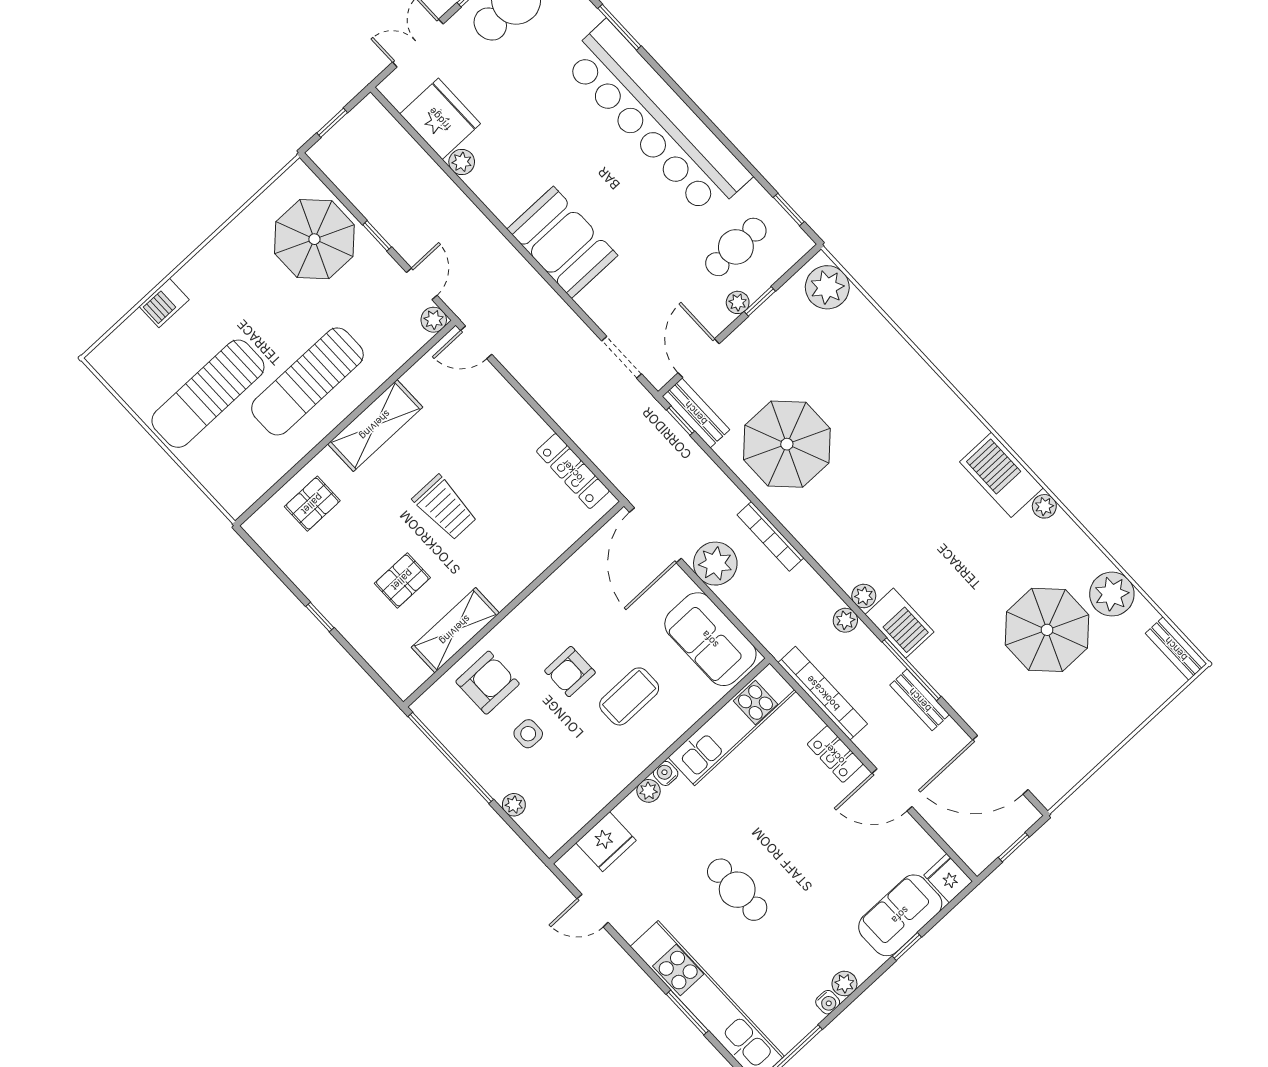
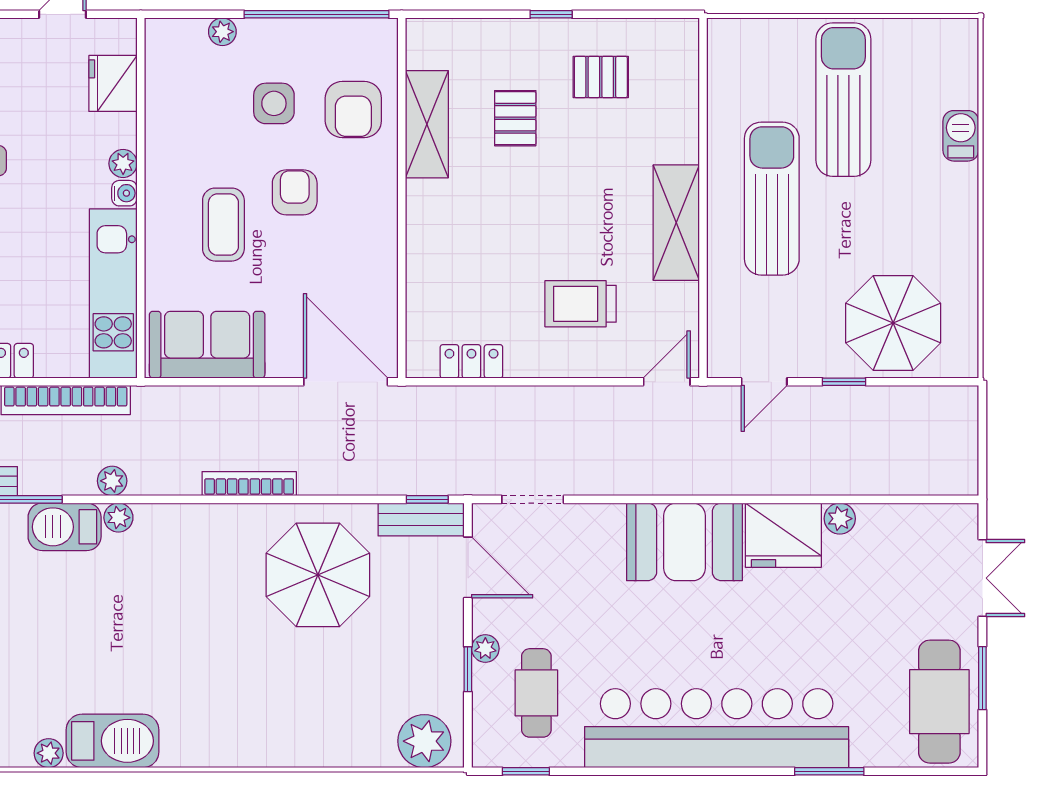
fridge: (440, 119) -> (783, 535), moved
window: (332, 123) -> (982, 435), removed
door: (422, 284) -> (764, 382), hinge flipped
plant: (434, 320) -> (722, 363), removed
locker: (573, 471) -> (471, 361), width x0.66
pallet: (312, 504) -> (601, 77), moved, turned 90
trolley: (445, 508) -> (581, 304), moved
plant: (715, 564) -> (271, 412), removed
side table: (528, 734) -> (274, 103), width x1.37, depth x1.37

